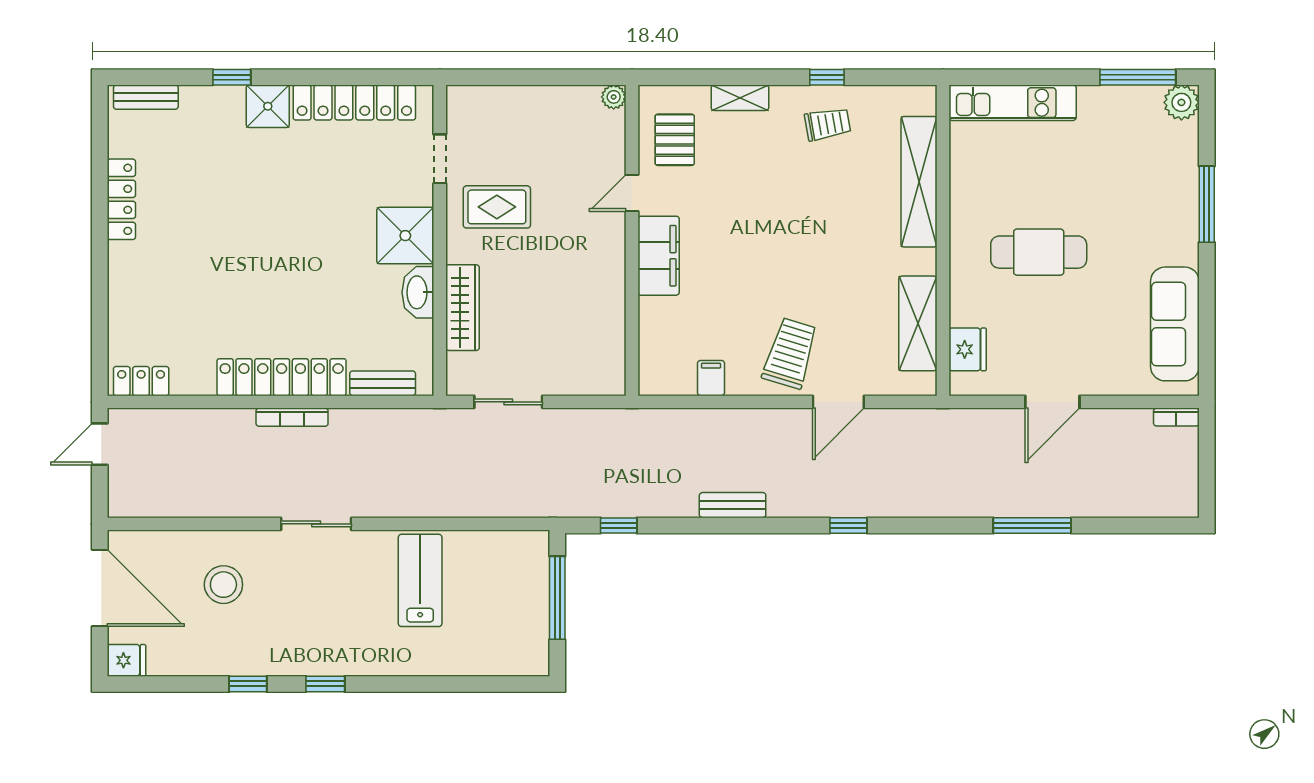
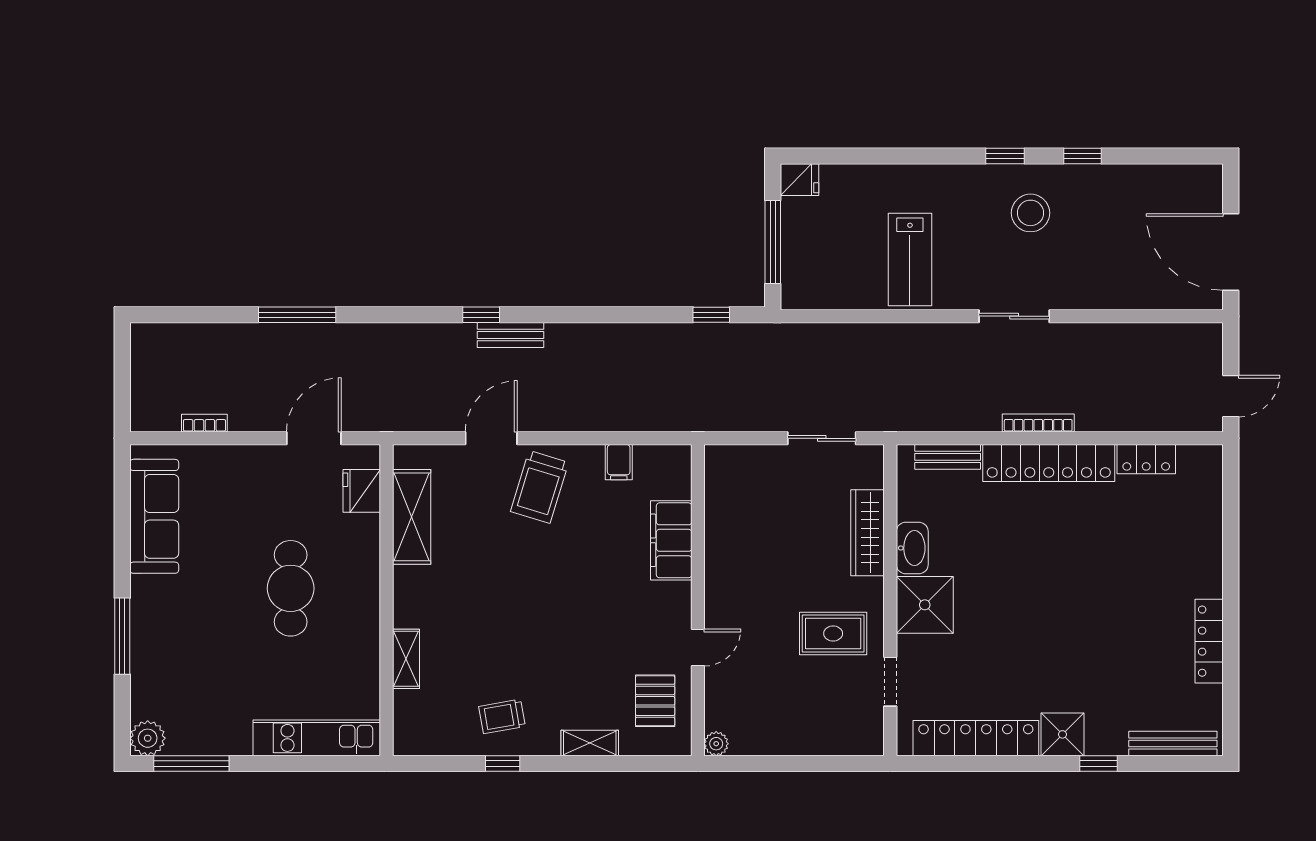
bench: (146, 97) -> (1173, 744), width x1.36
shelving: (919, 182) -> (406, 659), width x0.45, depth x0.75
cafe table: (1039, 252) -> (291, 588), turned 90
filing cabinet: (659, 256) -> (671, 540), moved
locker: (141, 381) -> (1146, 459), moved
door: (1052, 402) -> (314, 438), moved
bookcase: (1176, 417) -> (204, 423), moved
bench: (733, 505) -> (510, 335), moved
stool: (223, 585) -> (1030, 213), moved
fridge: (127, 660) -> (799, 180), moved, turned 180

